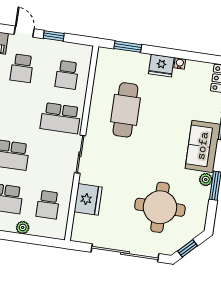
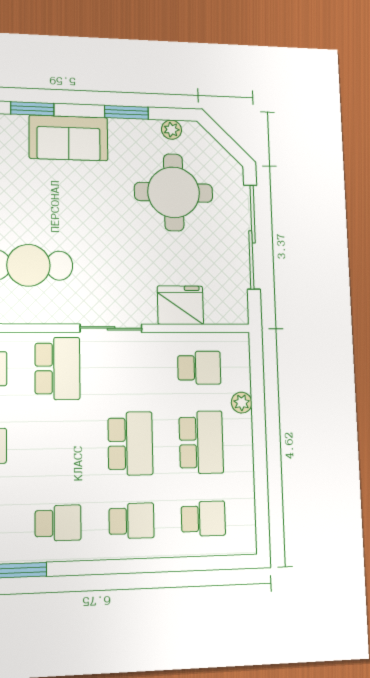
plant: (206, 179) -> (172, 130), moved
window: (187, 248) -> (228, 144), removed

